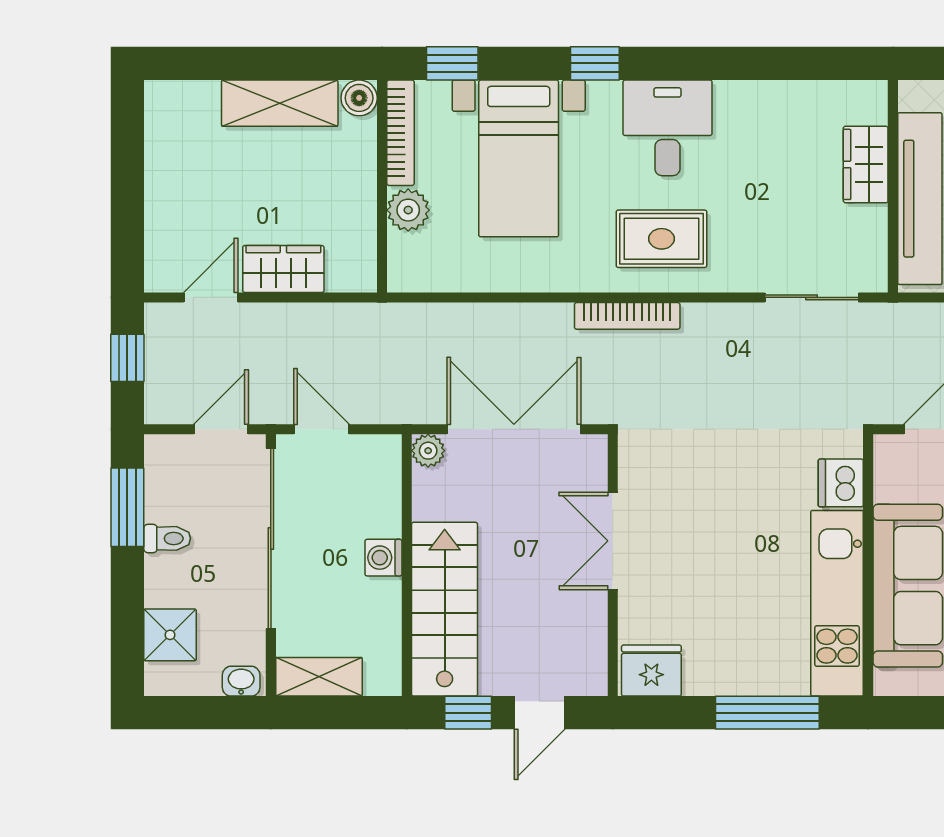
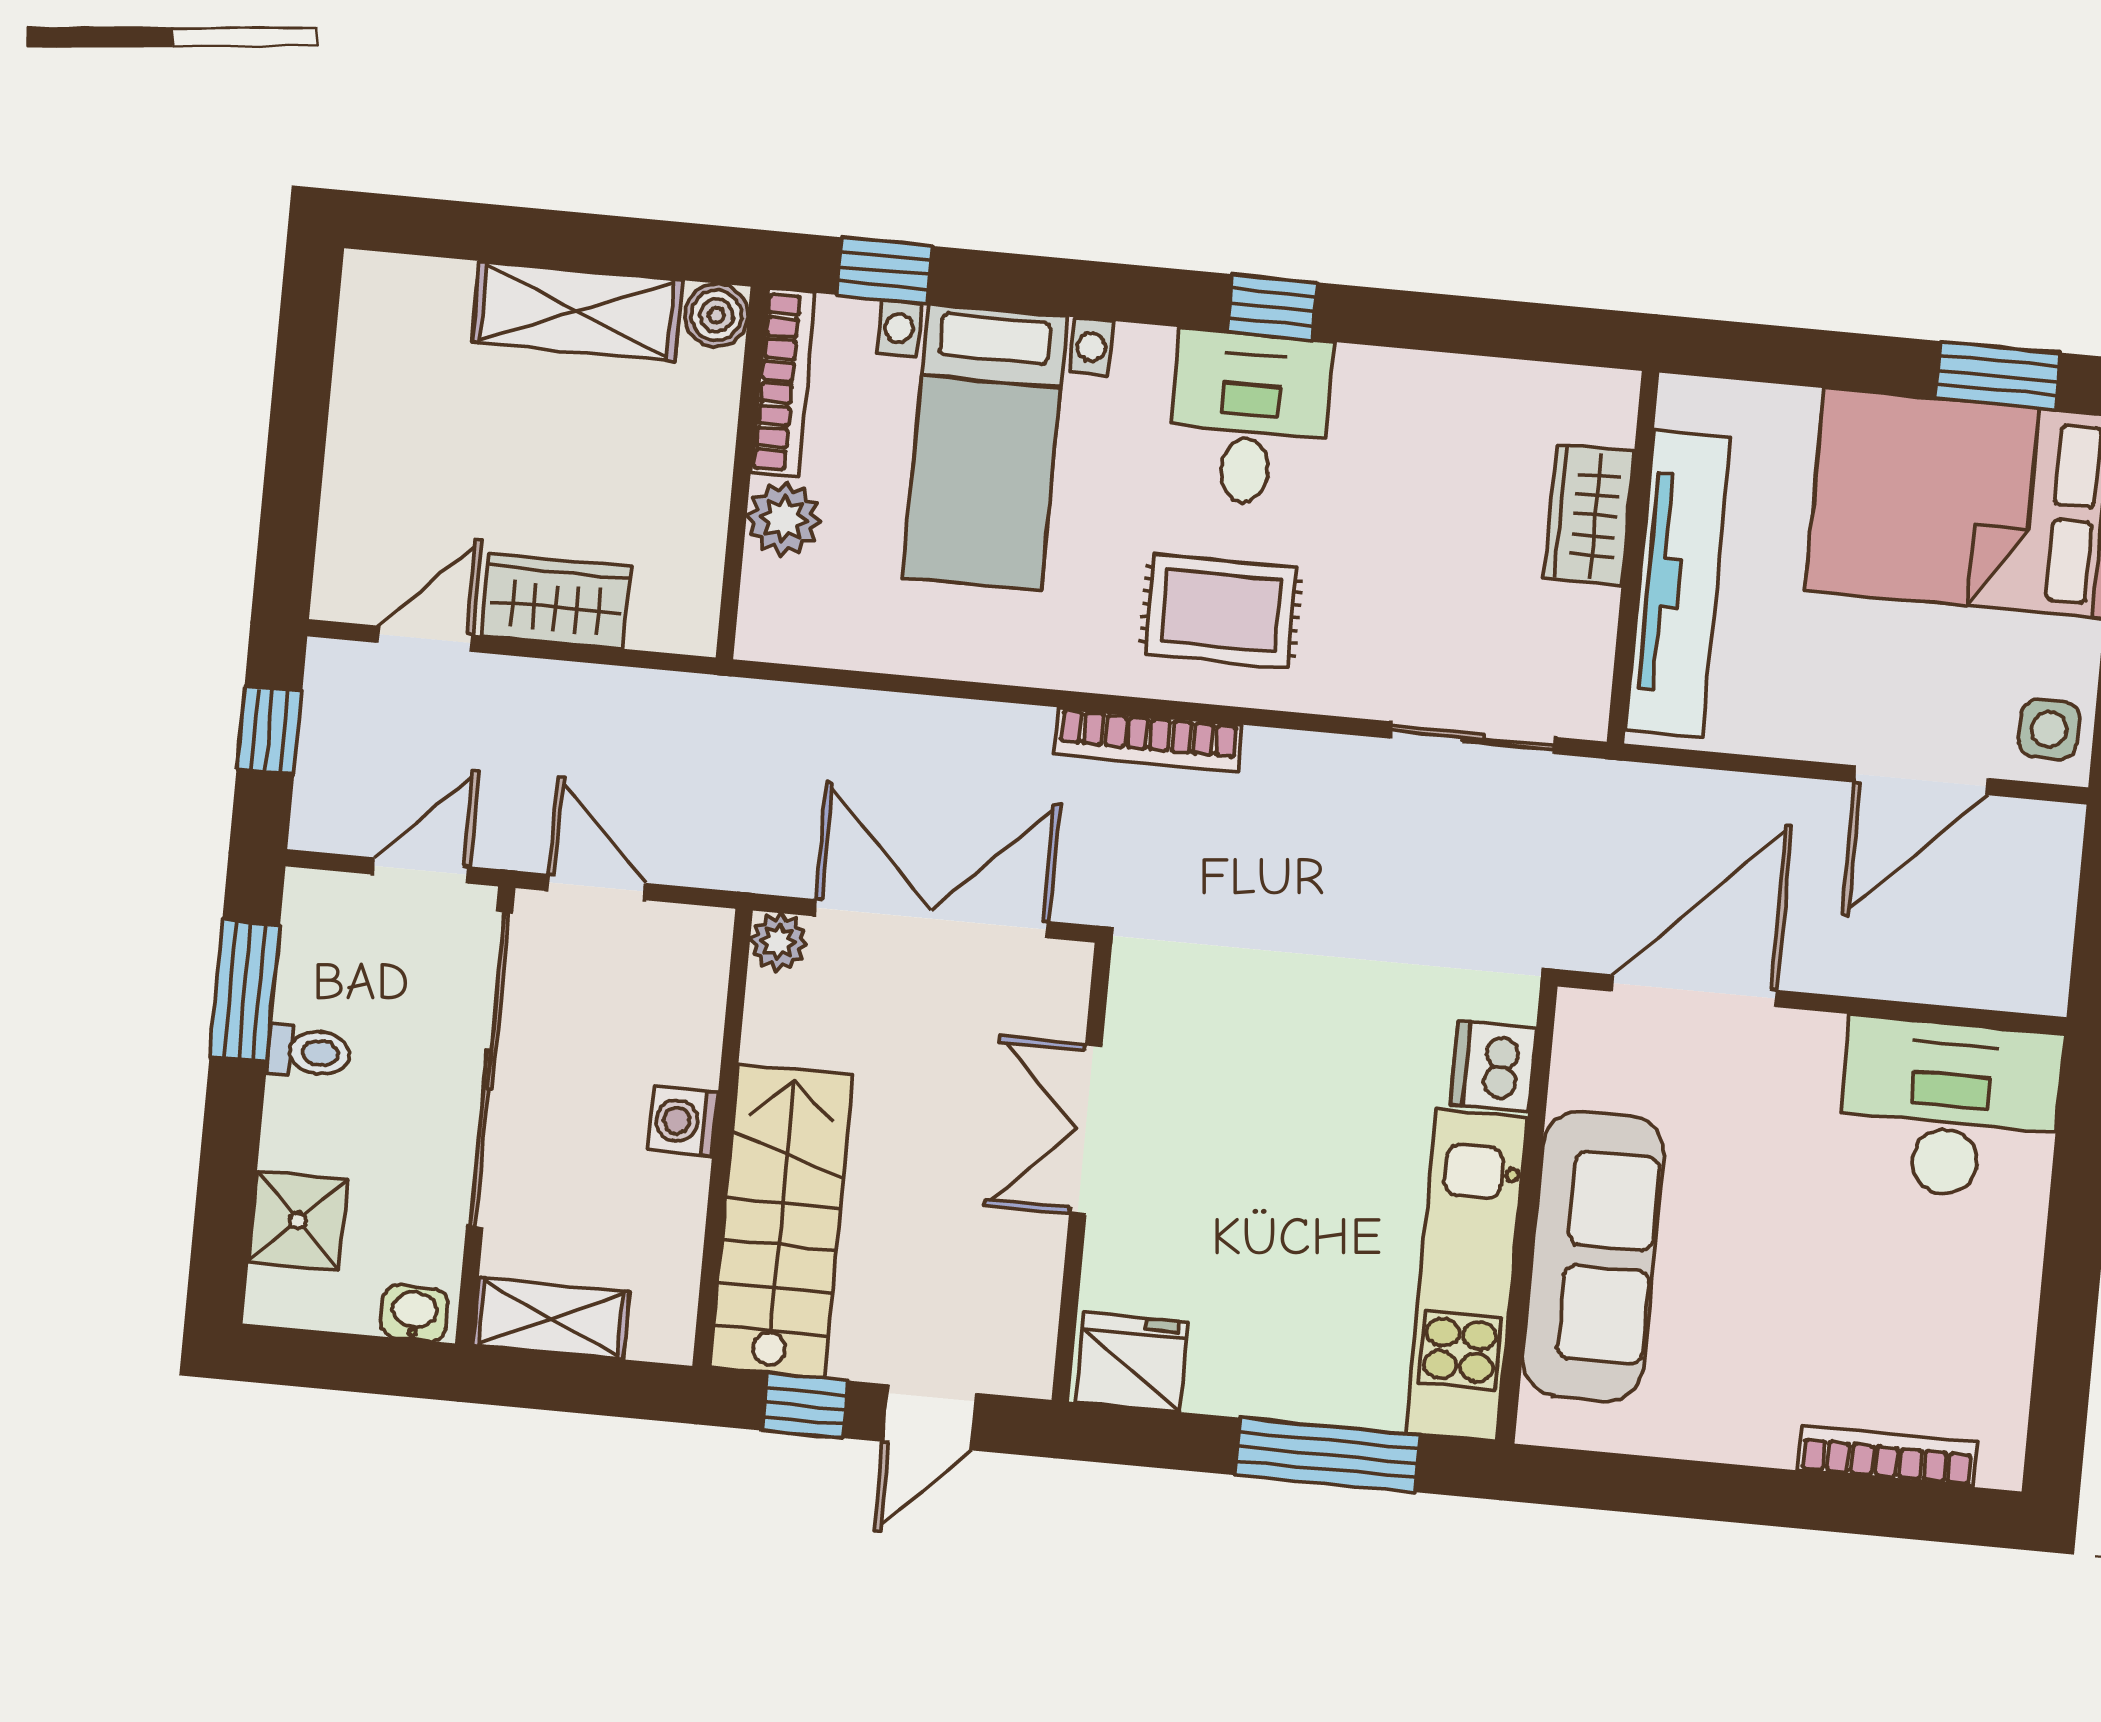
window: (595, 63) -> (1272, 307), moved

